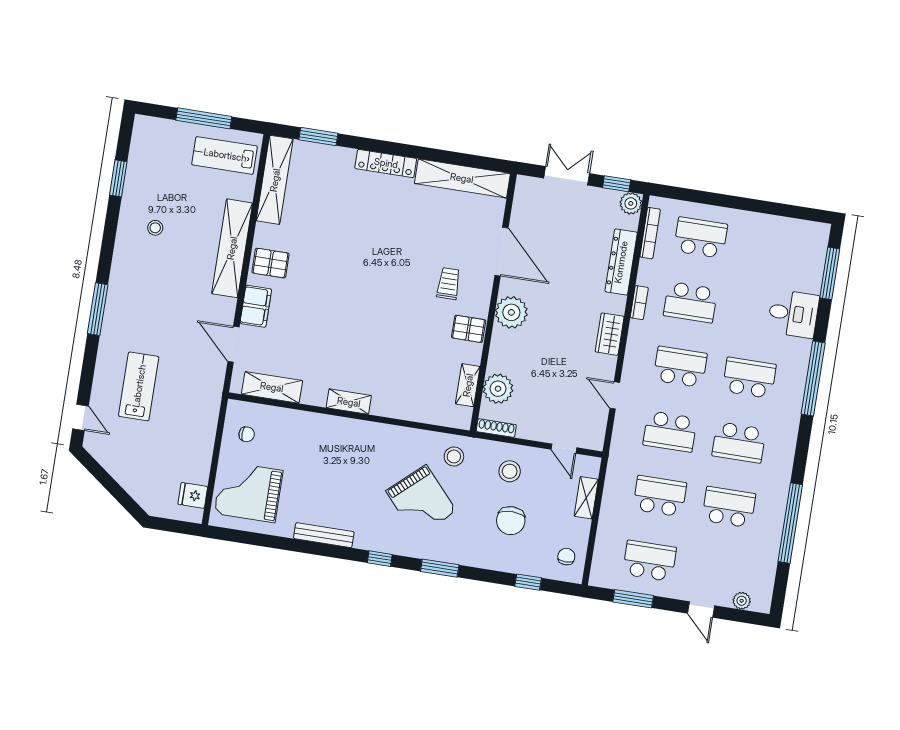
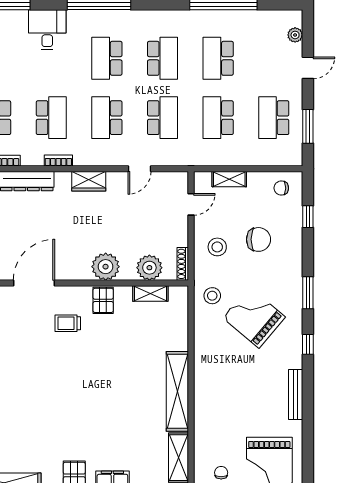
plant: (511, 312) -> (106, 267), moved
shelving: (349, 402) -> (177, 391), width x2.20, depth x1.33
grand piano: (421, 501) -> (254, 317), turned -98

